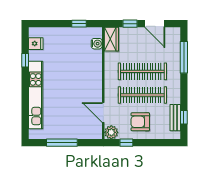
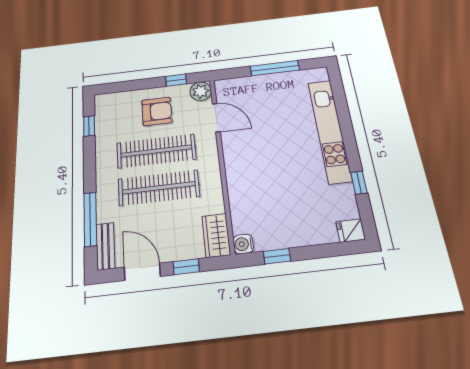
fridge: (36, 44) -> (351, 230), moved
water cooler: (97, 44) -> (243, 244), moved
bench: (175, 118) -> (105, 246), moved

